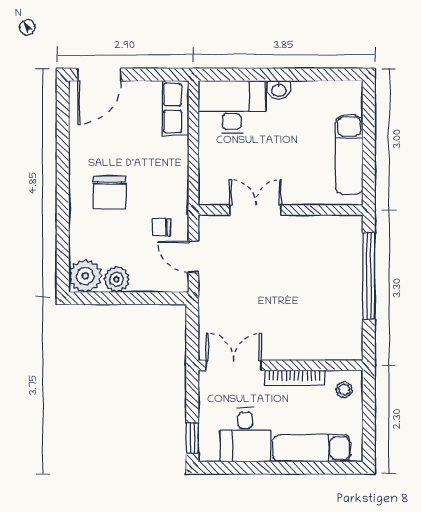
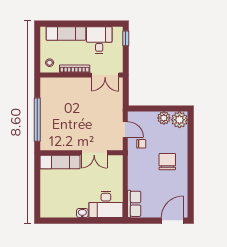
exam couch: (349, 155) -> (60, 162), moved, turned 90

